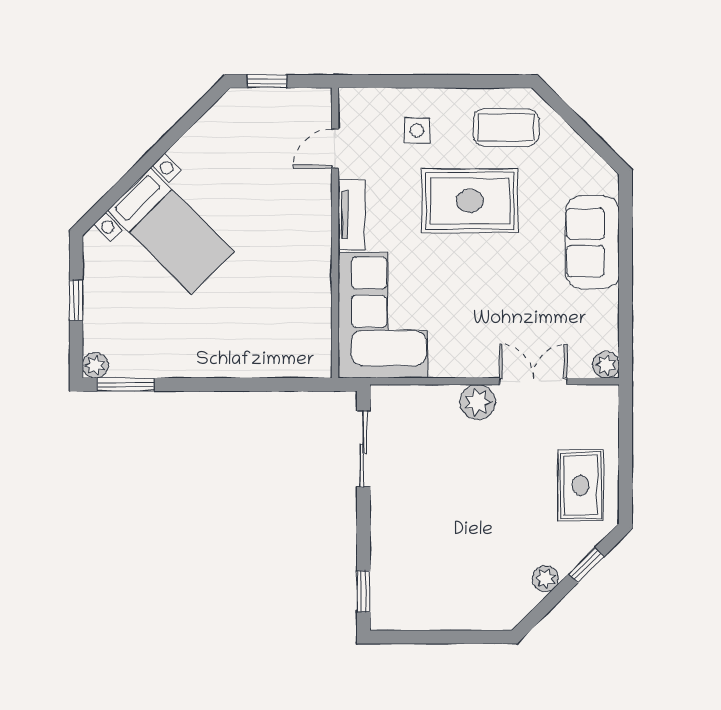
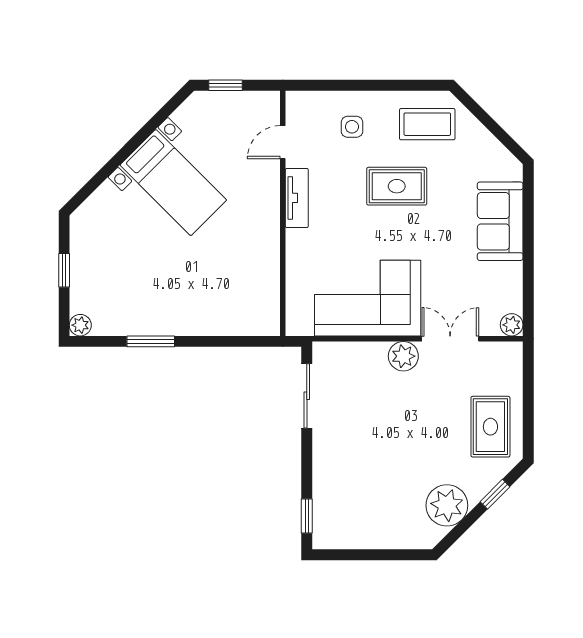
rug: (470, 201) -> (397, 186), width x0.73, depth x0.70
bed with nightstands: (171, 231) -> (173, 183), moved
corner sofa: (383, 315) -> (368, 298), moved, turned -90
window: (125, 384) -> (151, 341), moved
plant: (545, 579) -> (447, 505), width x1.88, depth x1.88

